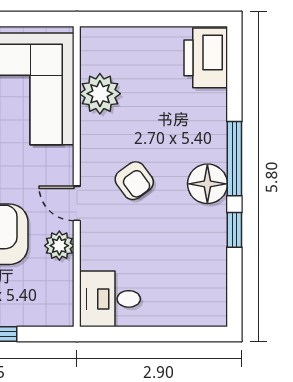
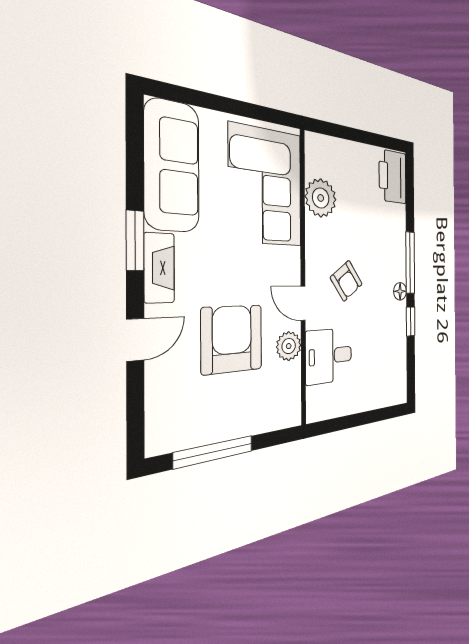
floor lamp: (207, 184) -> (400, 291), width x0.53, depth x0.53
desk: (110, 299) -> (329, 356), moved

